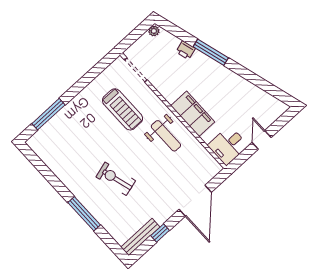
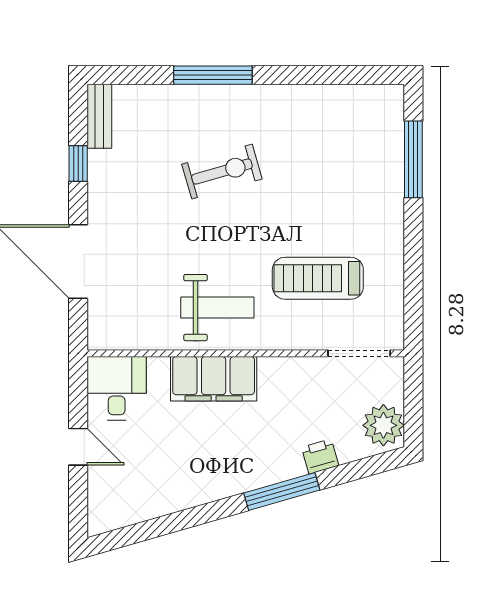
plant: (154, 31) -> (383, 425), width x1.87, depth x1.87
weight bench: (166, 136) -> (217, 308), turned 180
bench: (140, 237) -> (99, 116), width x0.73

